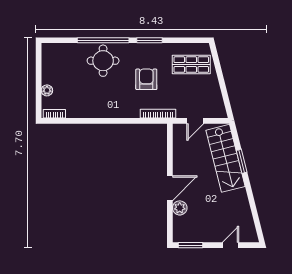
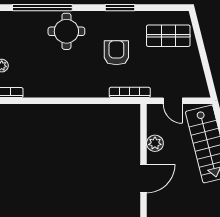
window: (103, 40) -> (42, 8), moved
door: (195, 121) -> (173, 101), hinge flipped
plant: (180, 208) -> (155, 143), moved

